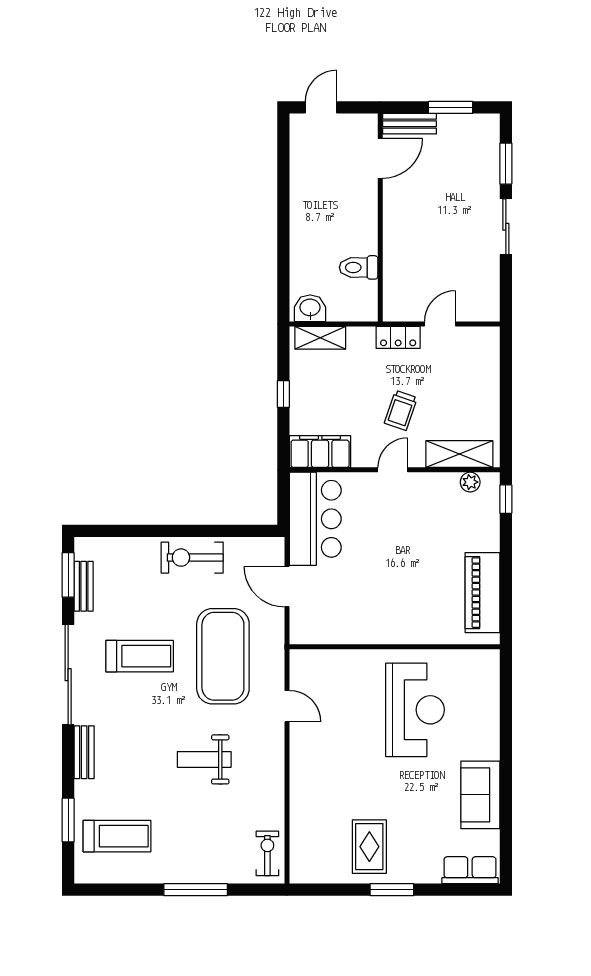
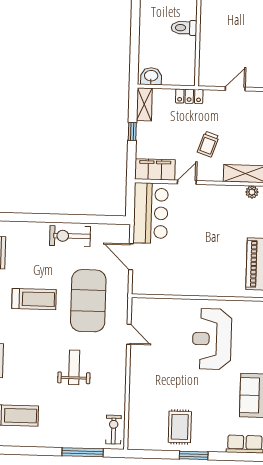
toilet: (359, 267) -> (184, 28), moved
locker: (398, 337) -> (189, 96), moved
shelving: (320, 338) -> (144, 104), moved, turned 90
door: (393, 470) -> (187, 182), moved
reception desk: (415, 710) -> (212, 339), turned 180
weight bench: (204, 759) -> (74, 367), turned 90
window: (196, 890) -> (83, 452), moved

